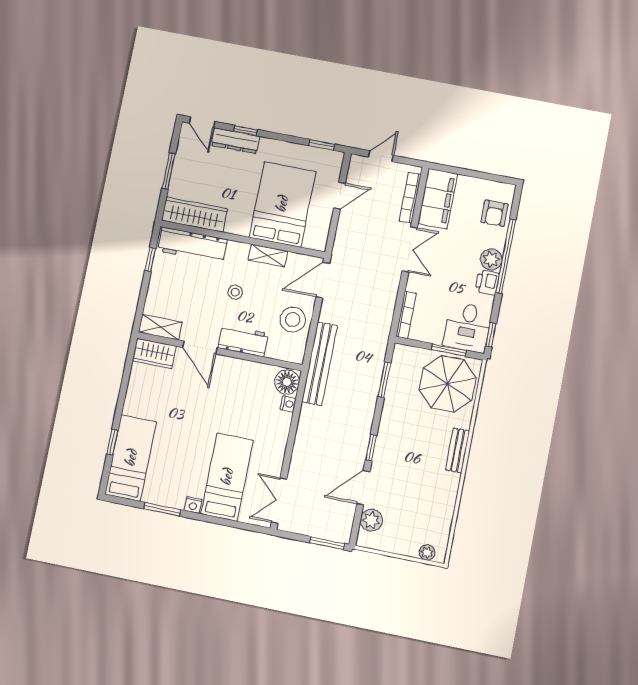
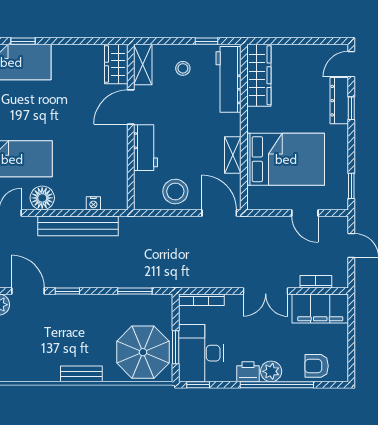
window: (169, 171) -> (297, 41), removed
bookcase: (410, 198) -> (316, 282), width x0.64
stool: (235, 292) -> (183, 68), moved
desk: (467, 327) -> (201, 353), width x1.37
bench: (320, 364) -> (78, 226), moved
floor lamp: (287, 382) -> (42, 198), moved

